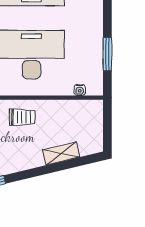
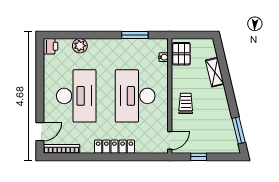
pallet: (84, 112) -> (181, 54), added

